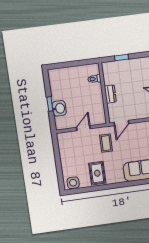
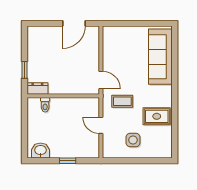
dresser: (110, 94) -> (37, 89), moved
washbasin: (59, 108) -> (40, 150), moved
side table: (73, 183) -> (133, 140), moved

